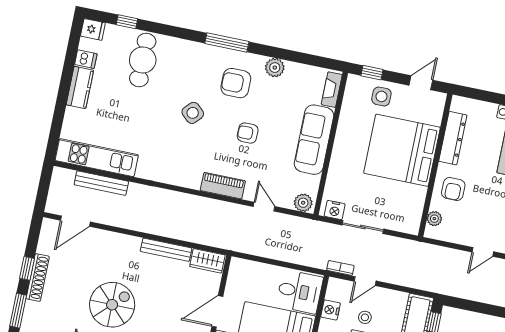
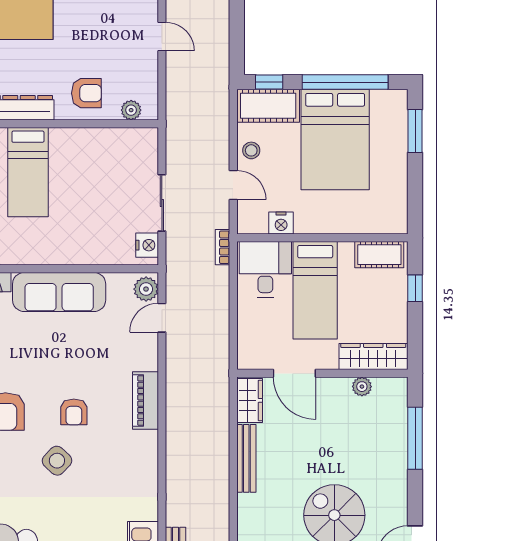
armchair: (248, 133) -> (74, 412), moved
bed: (402, 150) -> (28, 172), width x0.49
door: (264, 207) -> (162, 318), moved
bookcase: (340, 268) -> (223, 247), moved
door: (217, 311) -> (294, 373), moved
stool: (365, 317) -> (251, 150), moved

